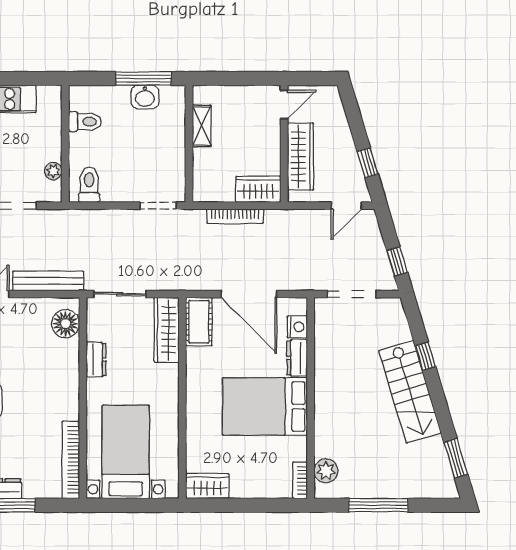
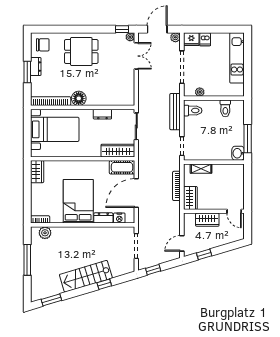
washbasin: (145, 97) -> (238, 153), moved
shelving: (202, 126) -> (201, 169), moved
wardrobe: (300, 156) -> (207, 220), width x0.67
door: (346, 206) -> (182, 243), hinge flipped
bench: (48, 281) -> (175, 112), moved
floor lamp: (66, 324) -> (79, 98), moved

